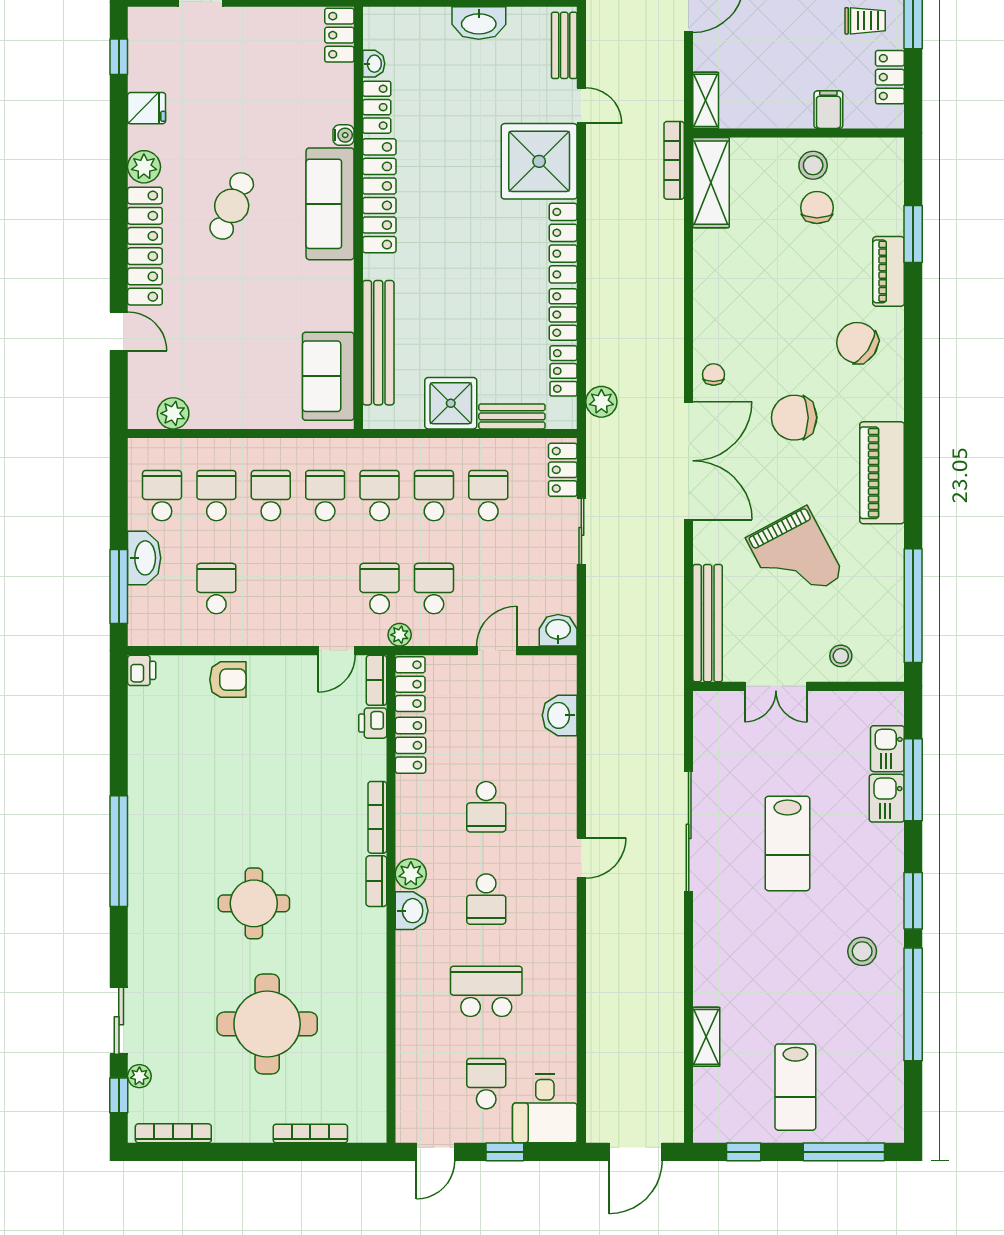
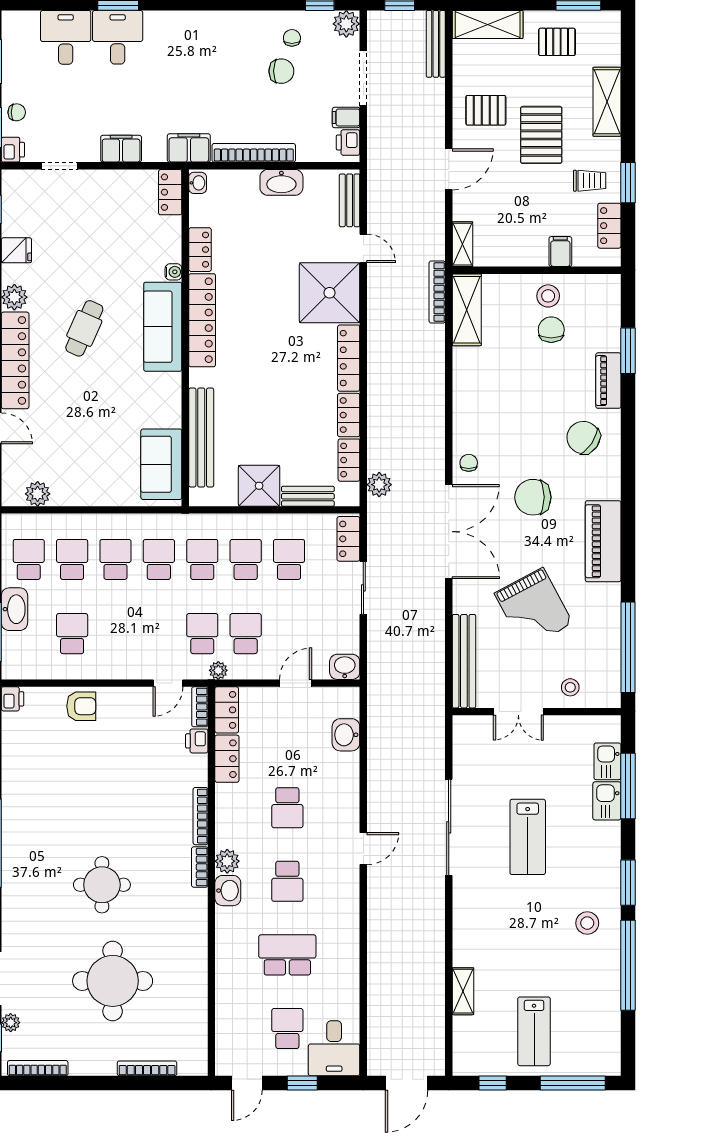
washbasin: (374, 64) -> (198, 183), moved

